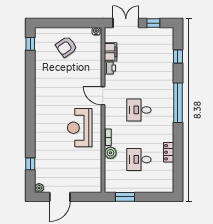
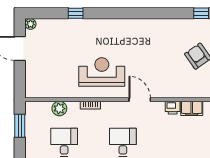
door: (103, 96) -> (140, 100), hinge flipped
plant: (110, 153) -> (59, 109), moved
window: (30, 164) -> (76, 13), moved

